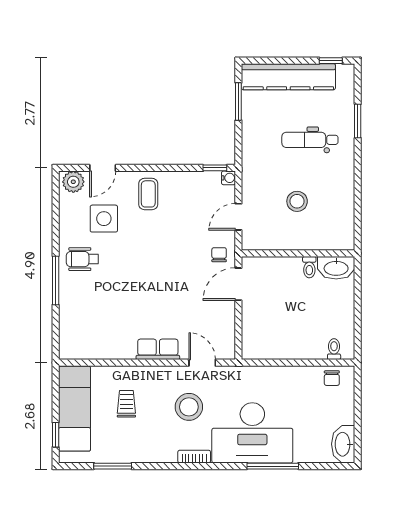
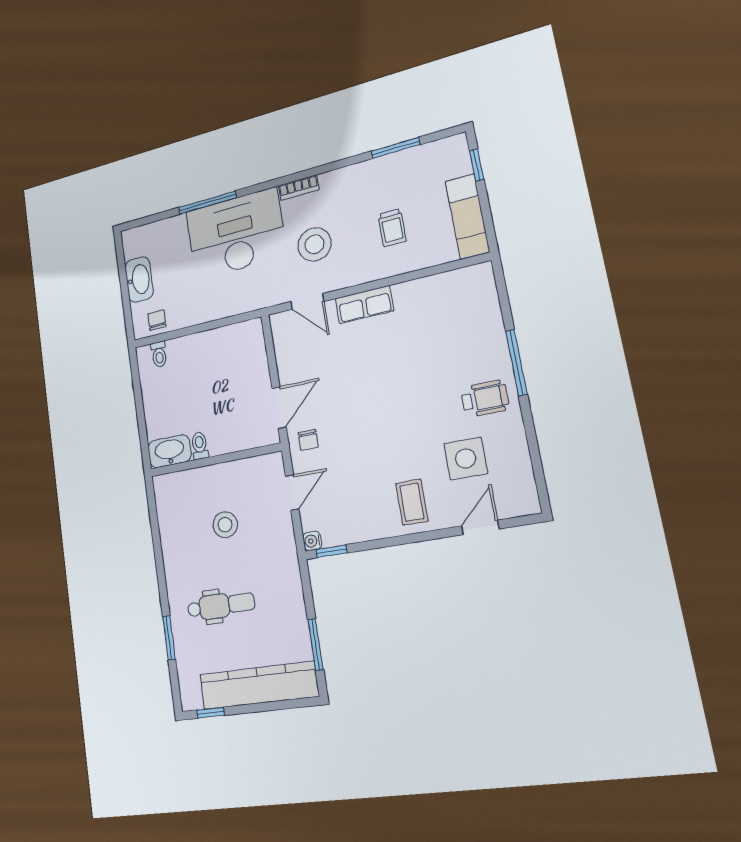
plant: (73, 182) -> (518, 502), removed
exam couch: (75, 409) -> (467, 216), width x0.73, depth x0.69
washbasin: (343, 444) -> (139, 279), moved

